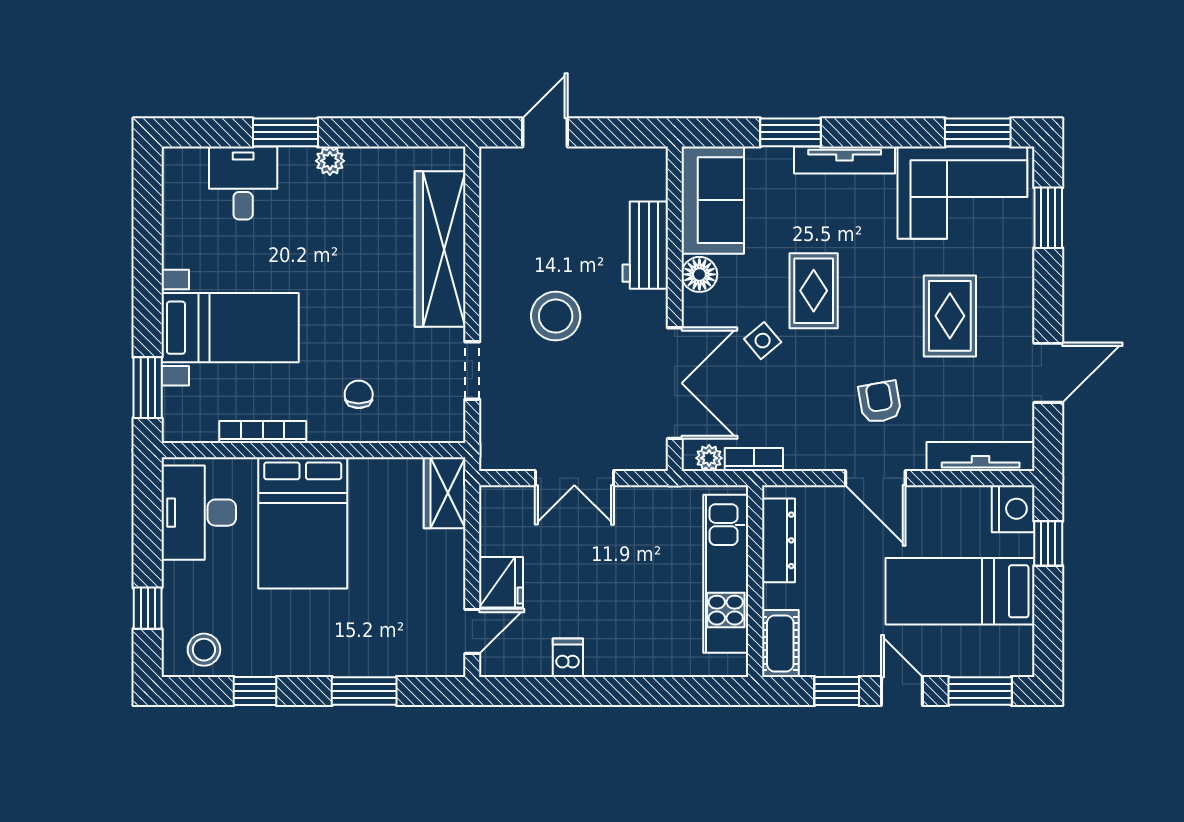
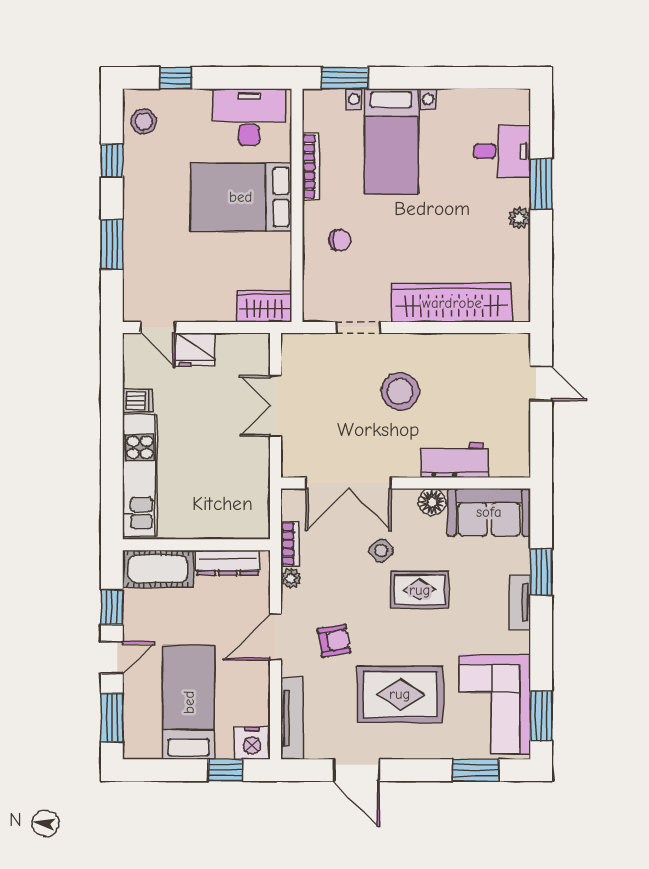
tv unit: (845, 160) -> (520, 602), width x0.71
rug: (950, 316) -> (400, 694), width x1.36, depth x1.43
plant: (709, 458) -> (291, 578), moved
kitchen unit: (726, 574) -> (140, 475), moved, turned 90
cot: (780, 643) -> (158, 569), width x1.37, depth x1.34

